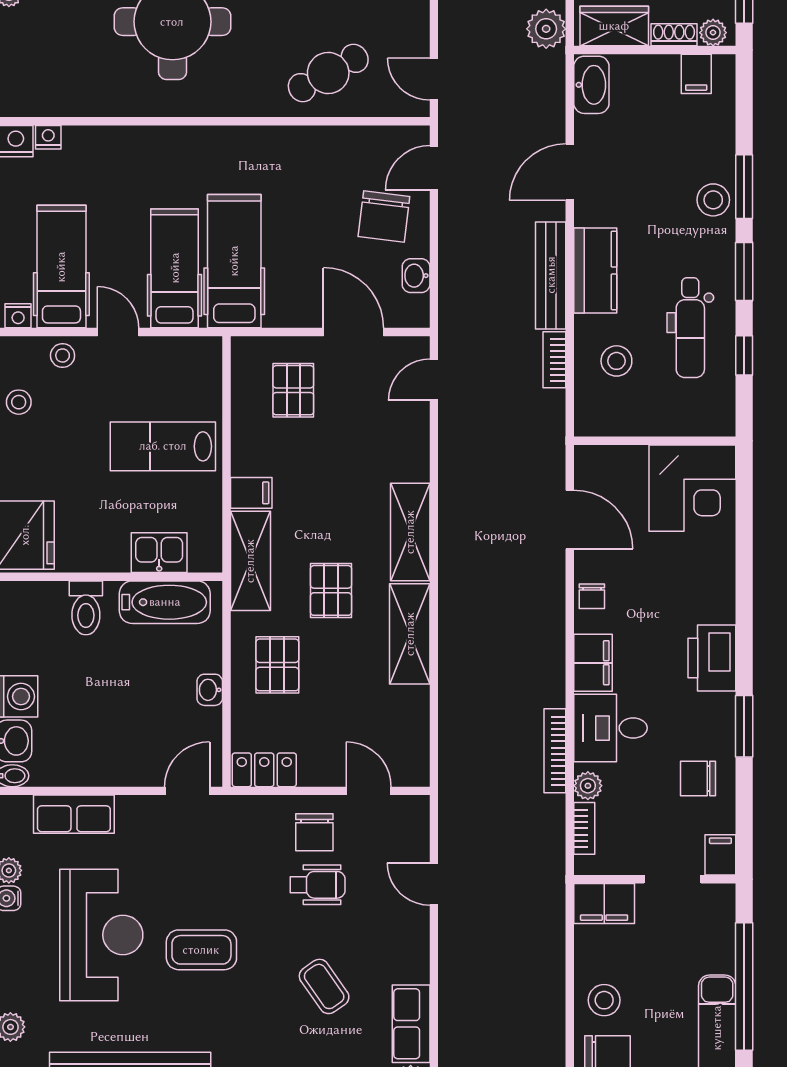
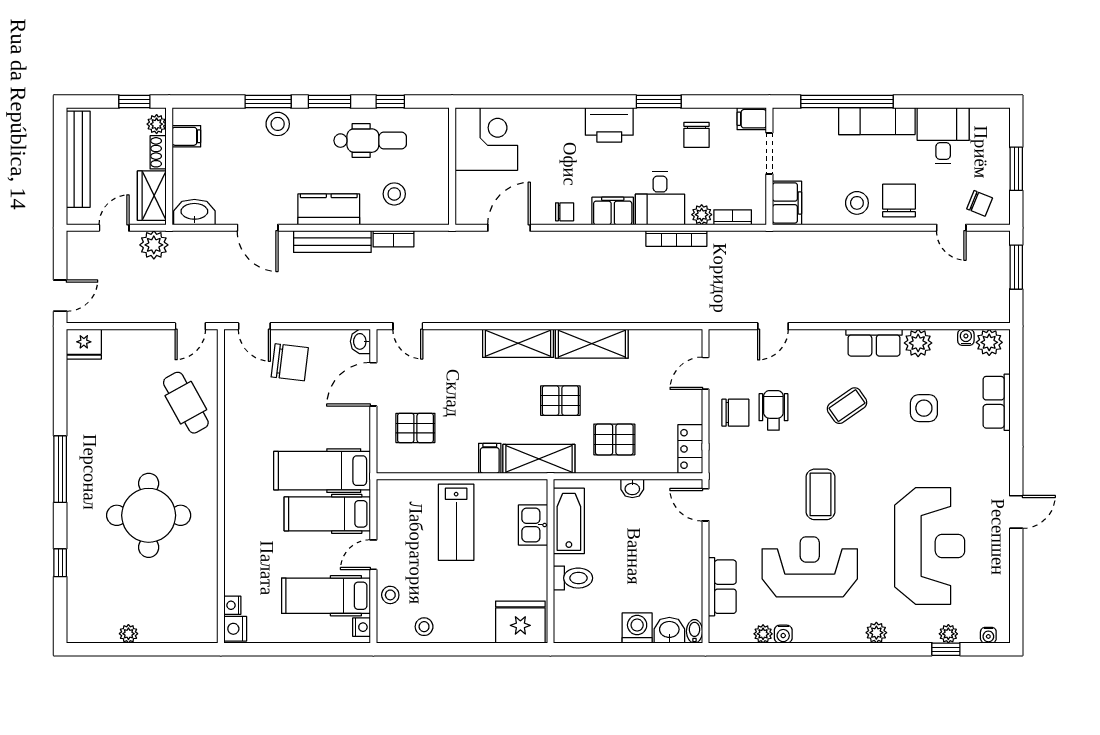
washbasin: (416, 276) -> (360, 341), moved, turned 90

